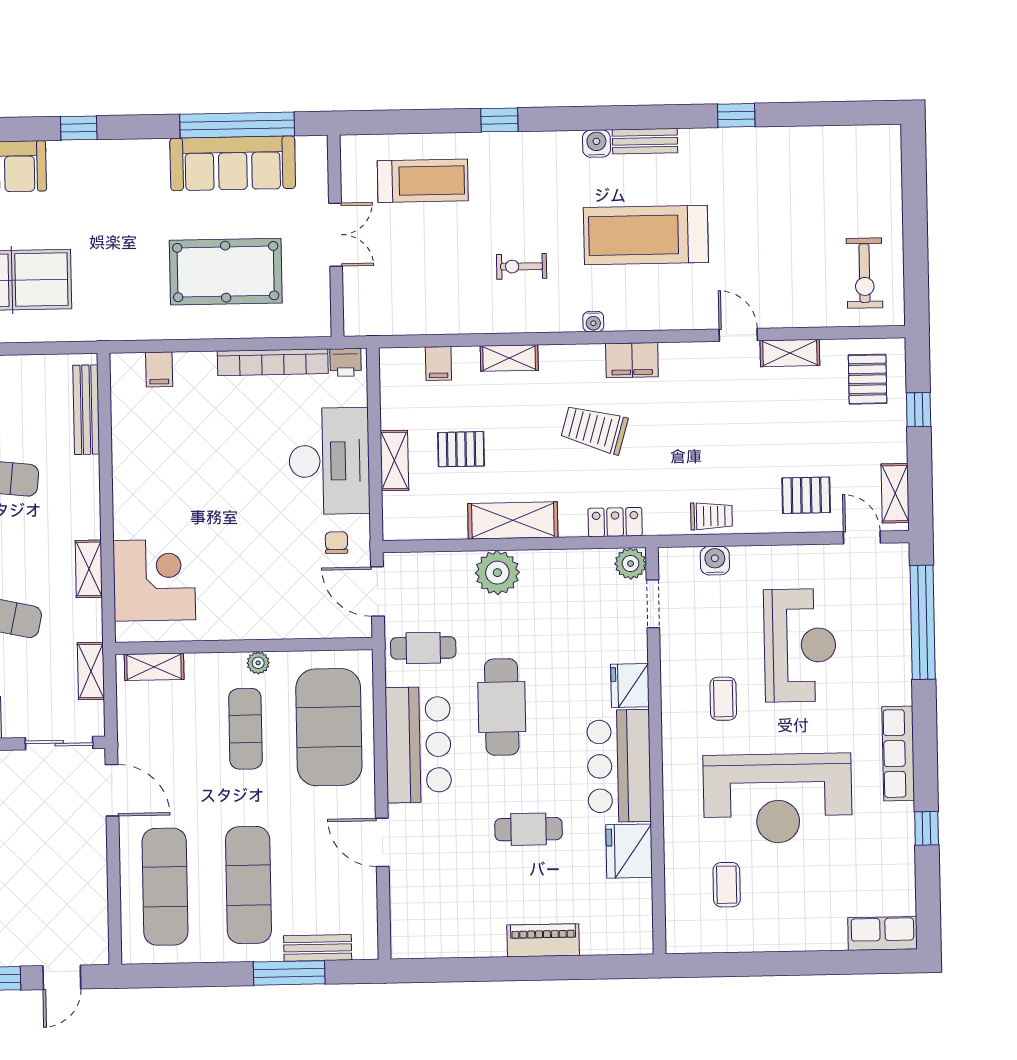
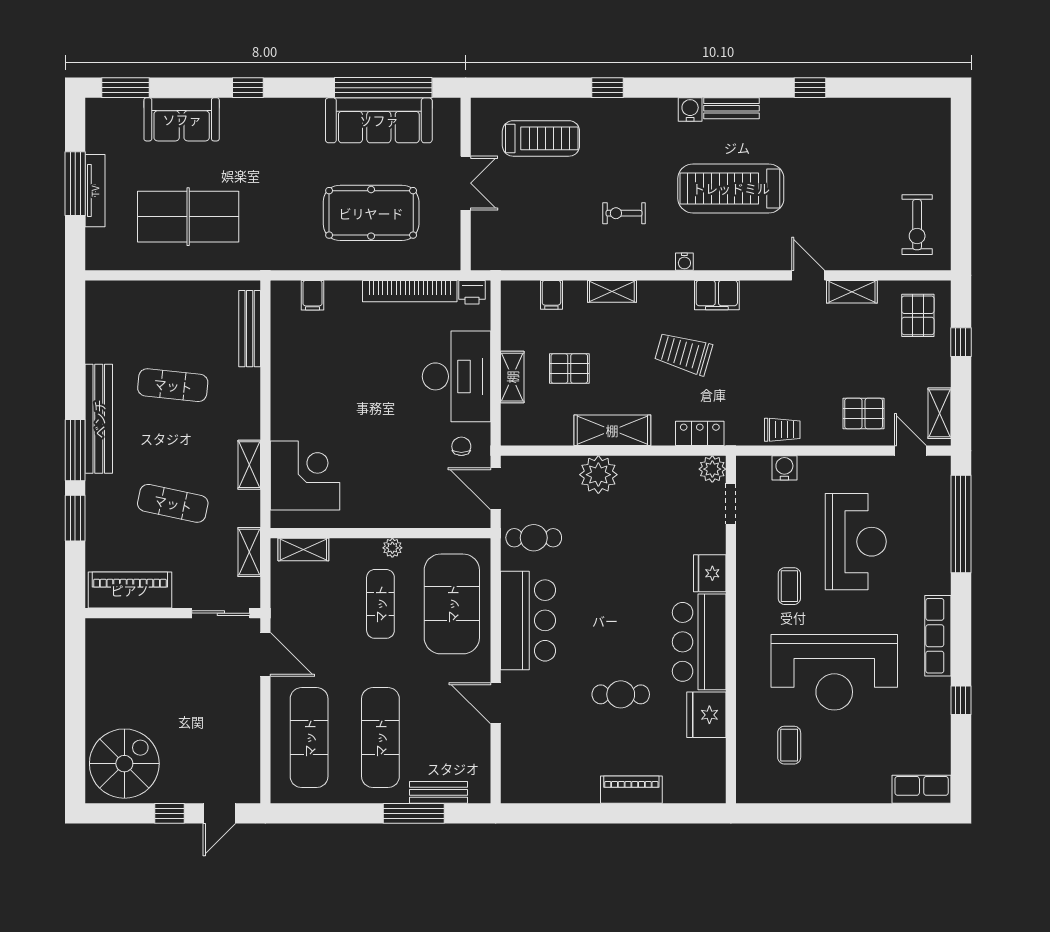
cafe table: (502, 707) -> (600, 589), removed

